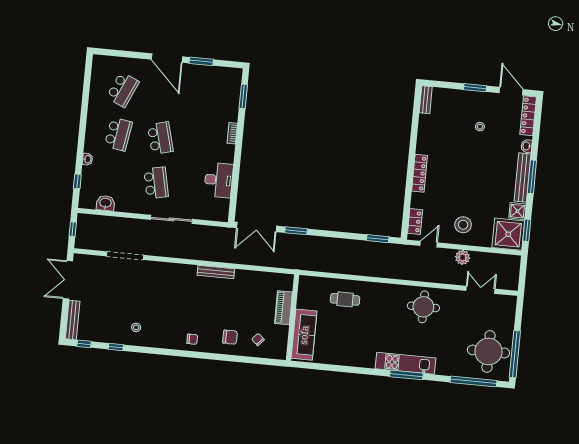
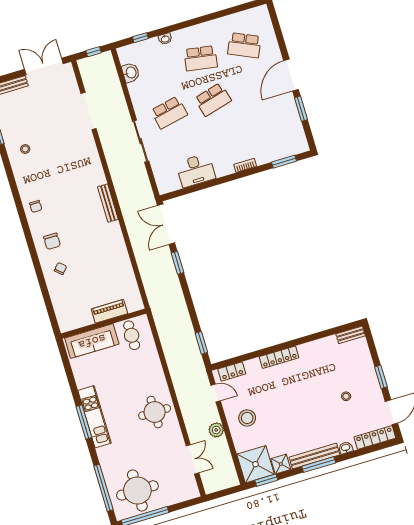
piano: (284, 308) -> (109, 311), moved
wall: (293, 318) -> (104, 324), moved
sofa: (304, 335) -> (92, 341), moved

